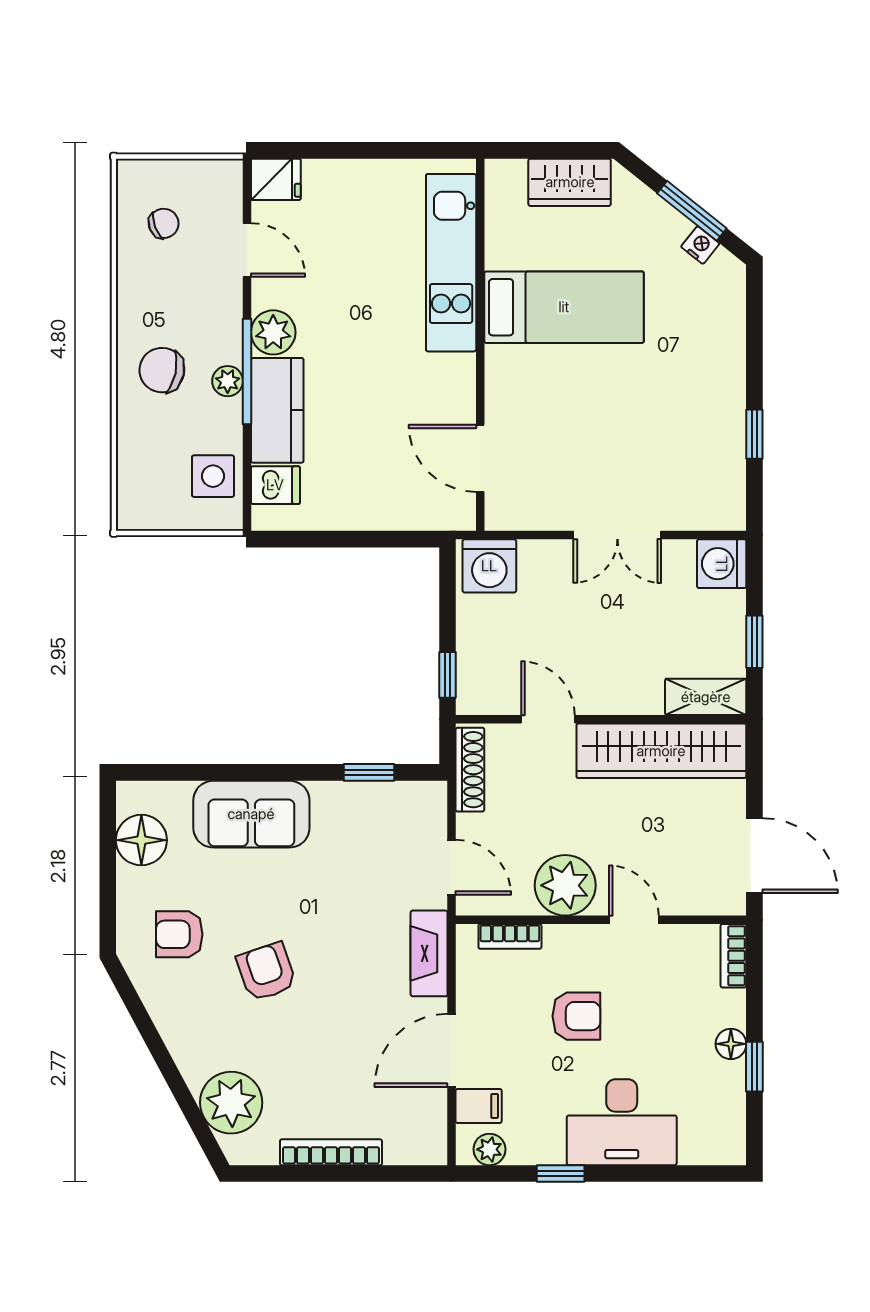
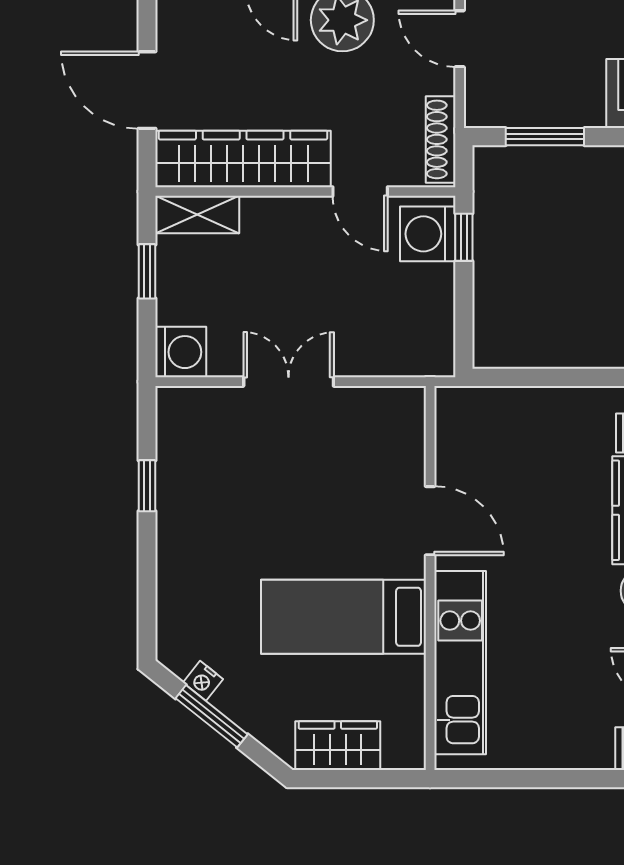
door: (480, 458) -> (430, 521), moved
washing machine: (489, 566) -> (428, 234), moved, turned -90
window: (369, 772) -> (545, 137), width x1.50
door: (754, 856) -> (147, 90), moved

